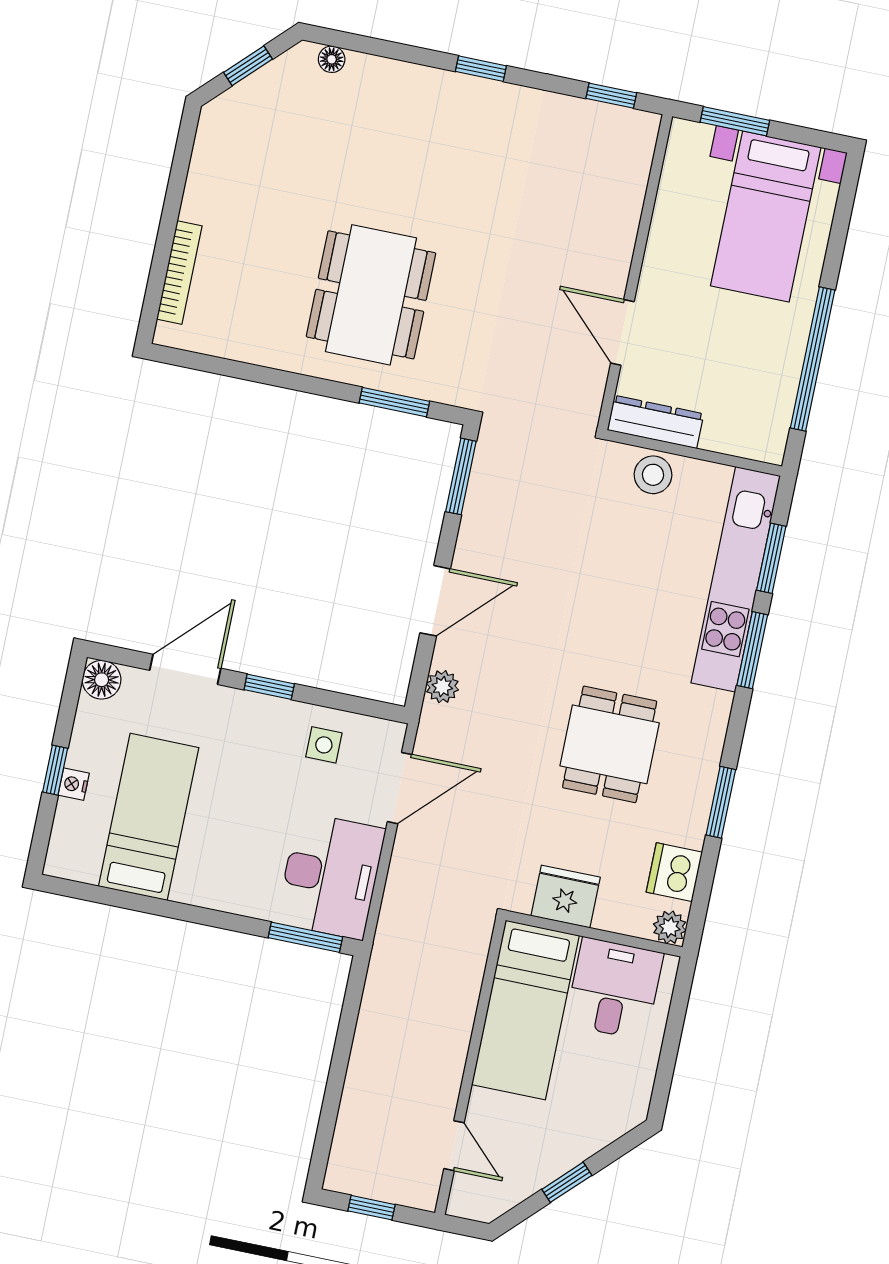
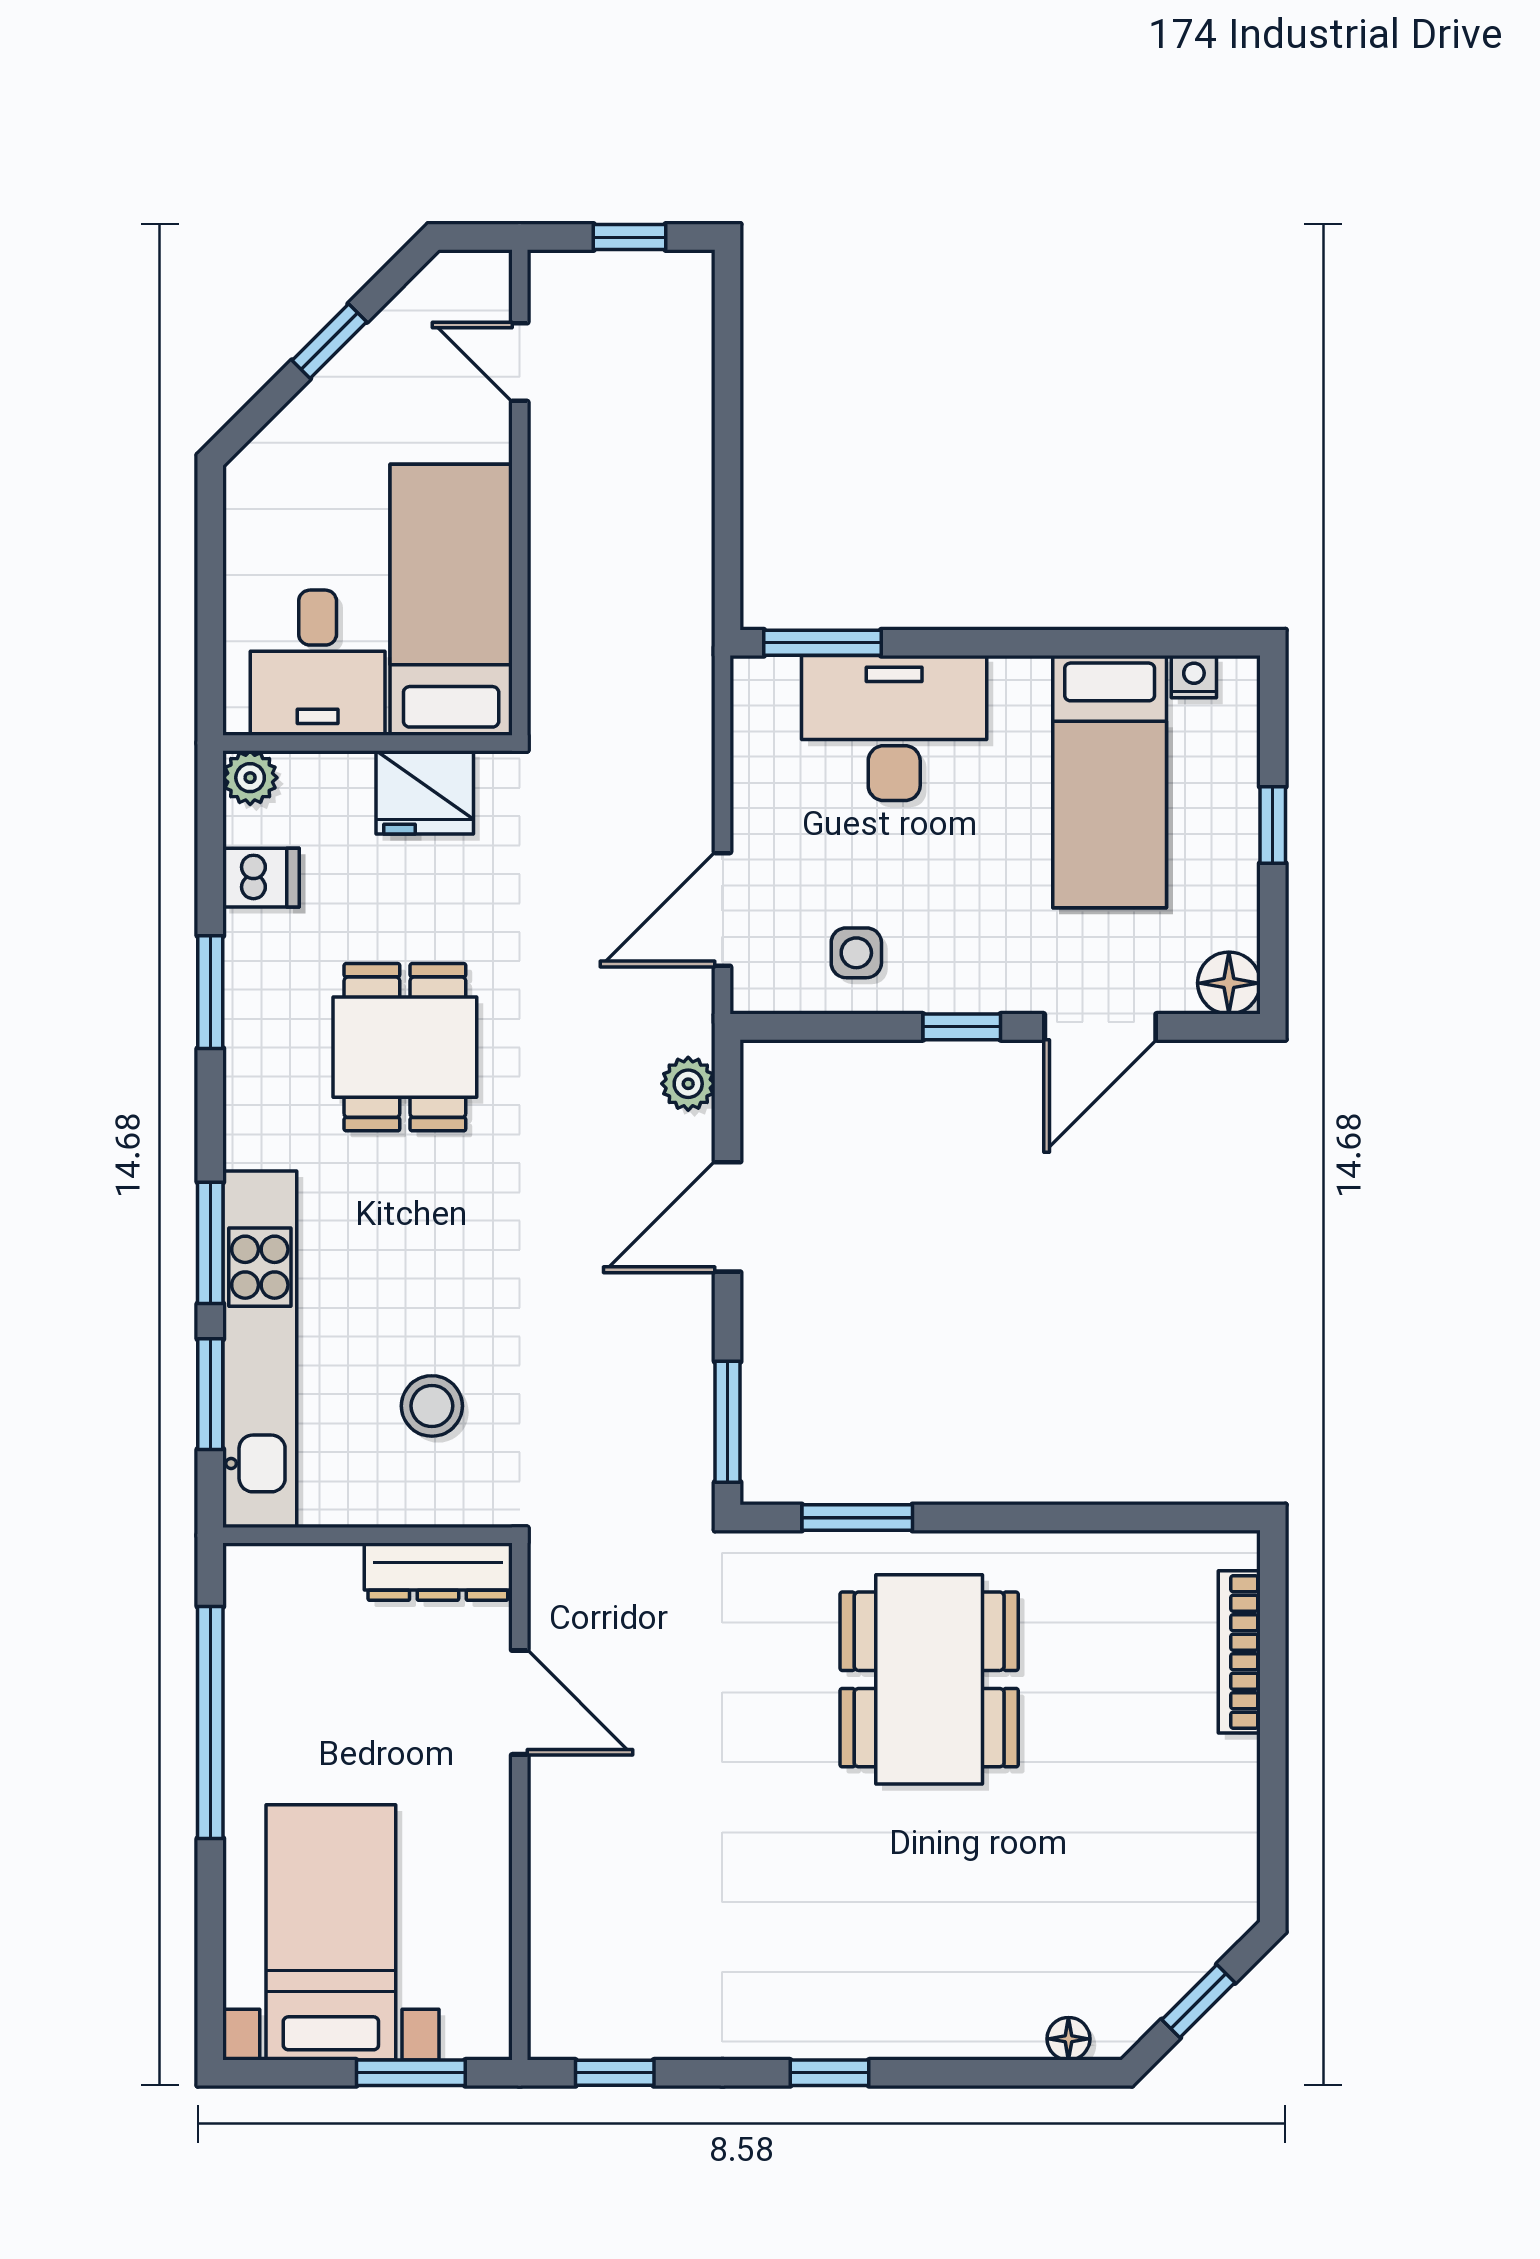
stool: (653, 475) -> (432, 1406), moved
nightstand: (74, 784) -> (1194, 677), moved, turned -90
dishwasher: (674, 872) -> (261, 878), width x0.73
desk: (331, 876) -> (894, 728), moved, turned 90

